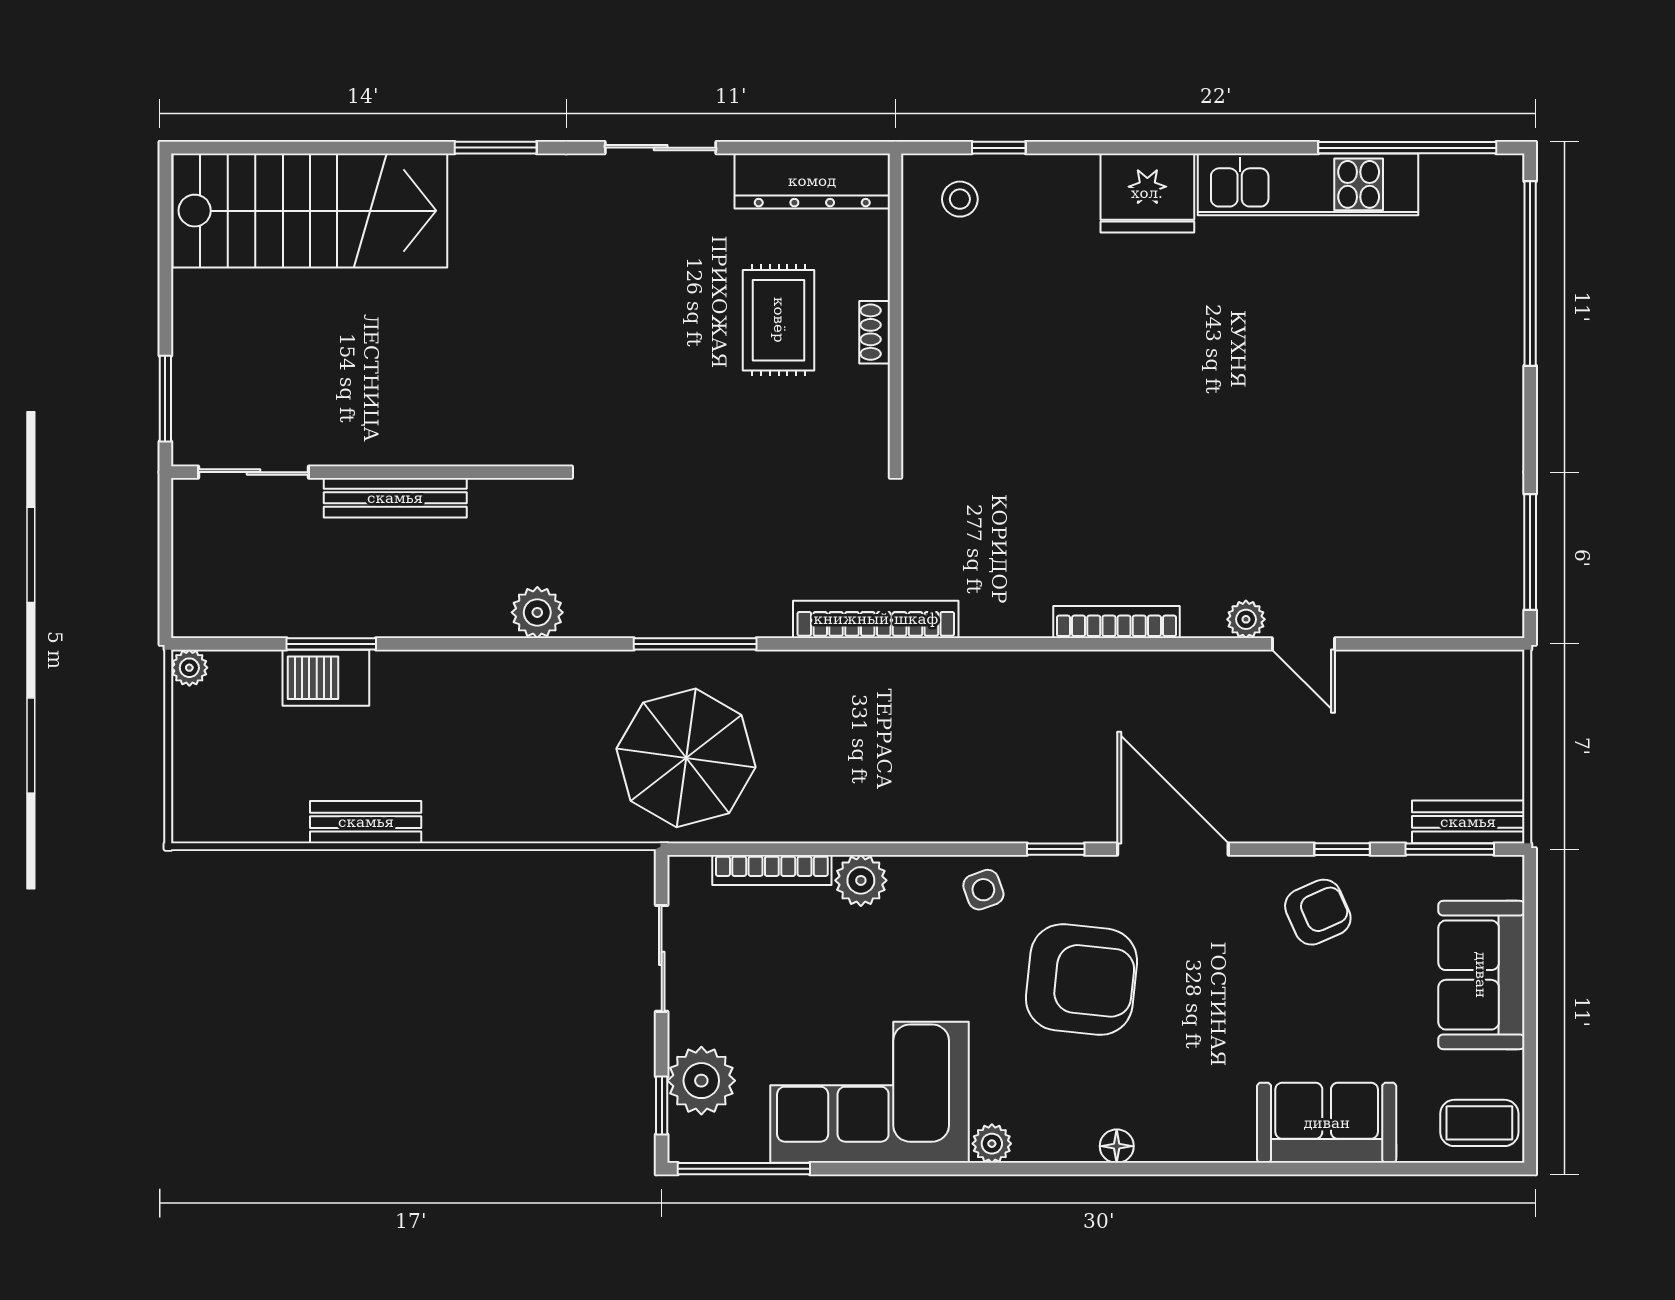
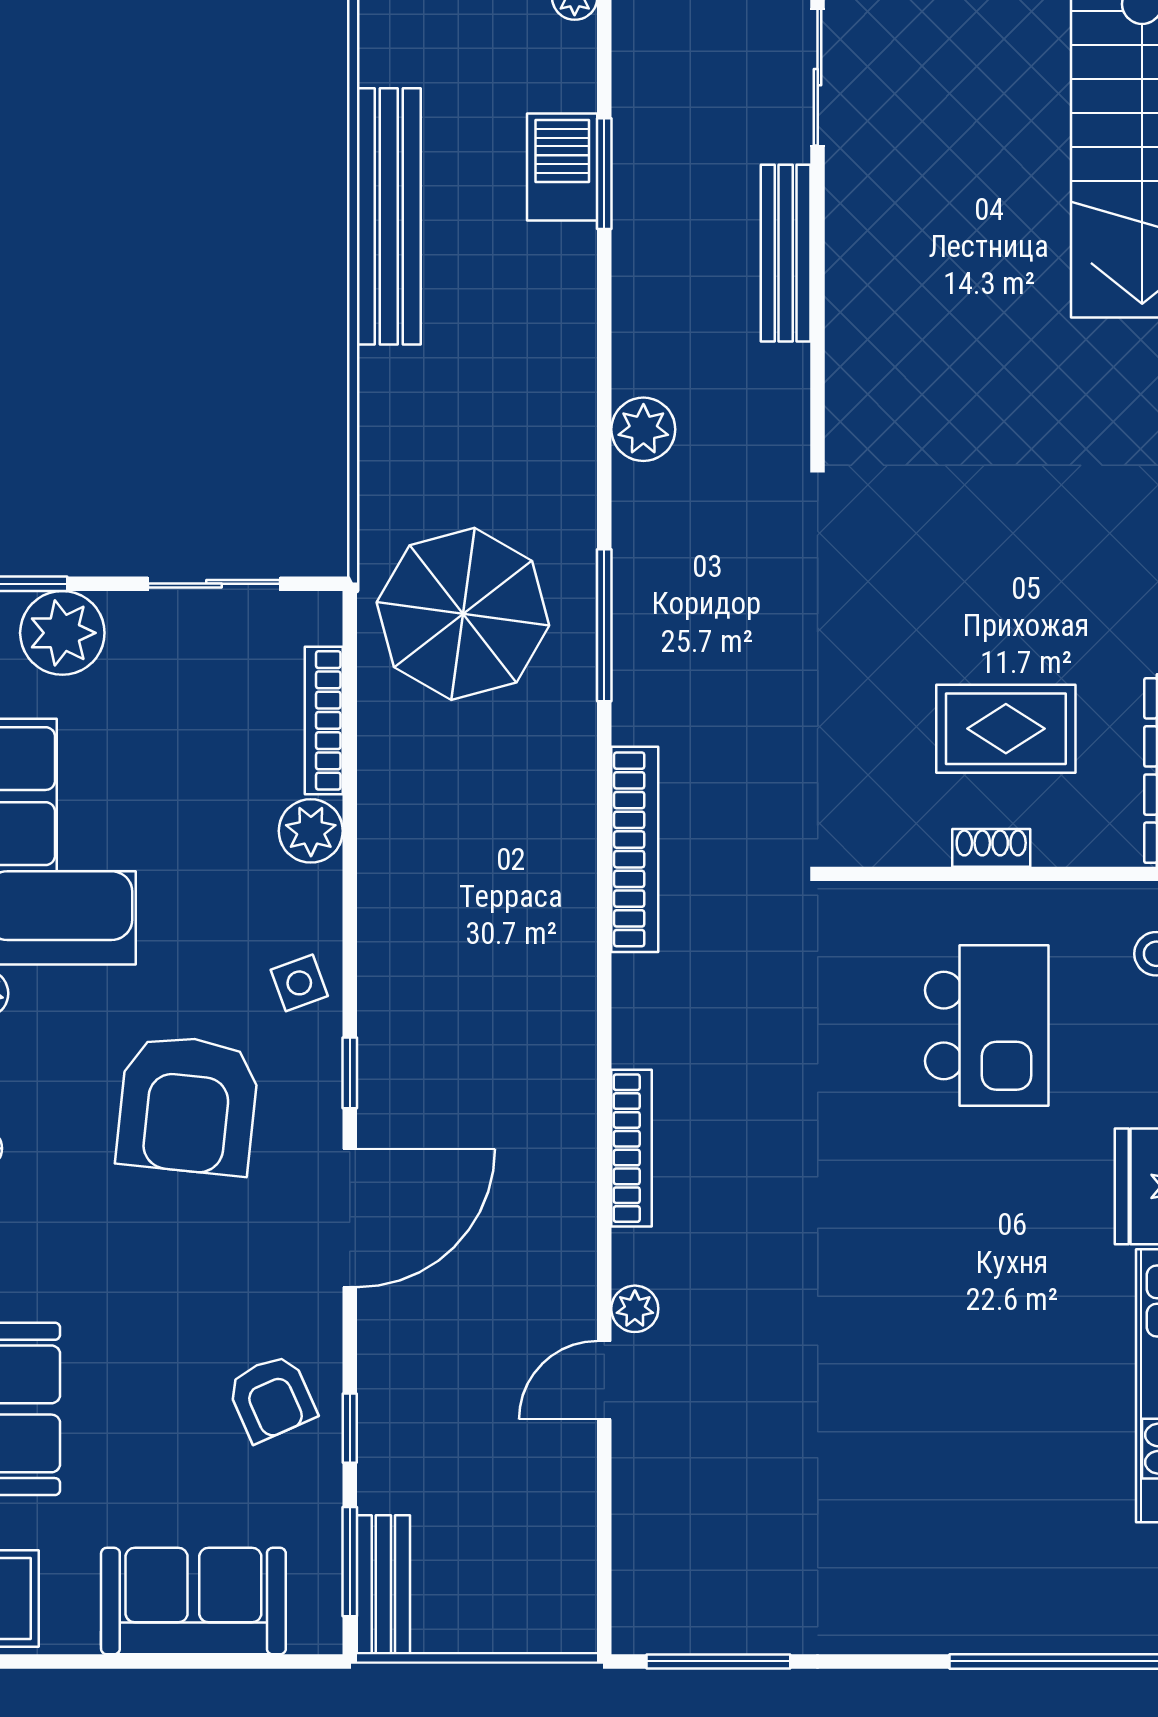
kitchen island: (1018, 336) -> (987, 1026), added
bench: (366, 822) -> (389, 216), width x1.86, depth x1.21

